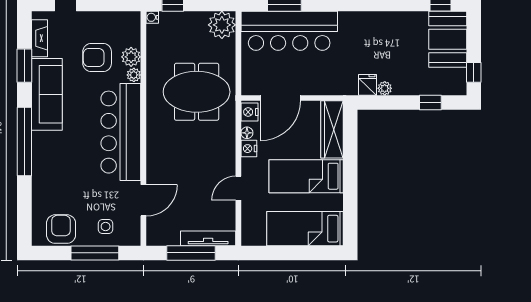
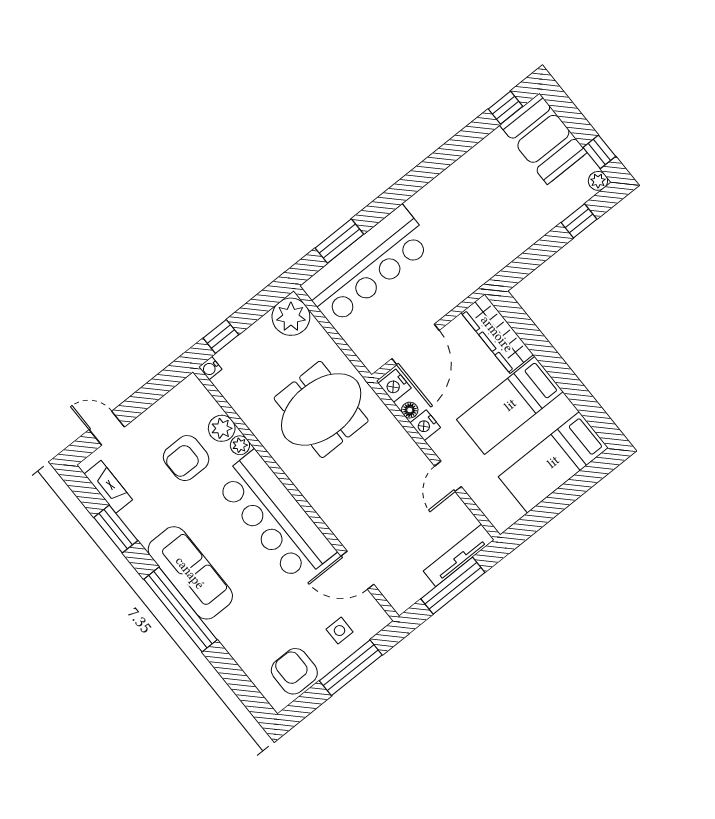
fridge: (367, 85) -> (497, 256), removed
plant: (385, 88) -> (598, 181), moved
sofa: (47, 94) -> (190, 573), moved
door: (143, 200) -> (357, 570), swing flipped

